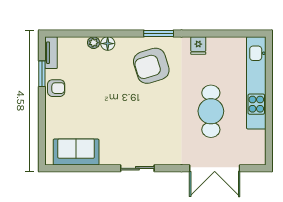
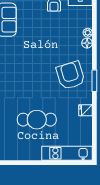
kitchen unit: (256, 83) -> (67, 153), width x0.73

